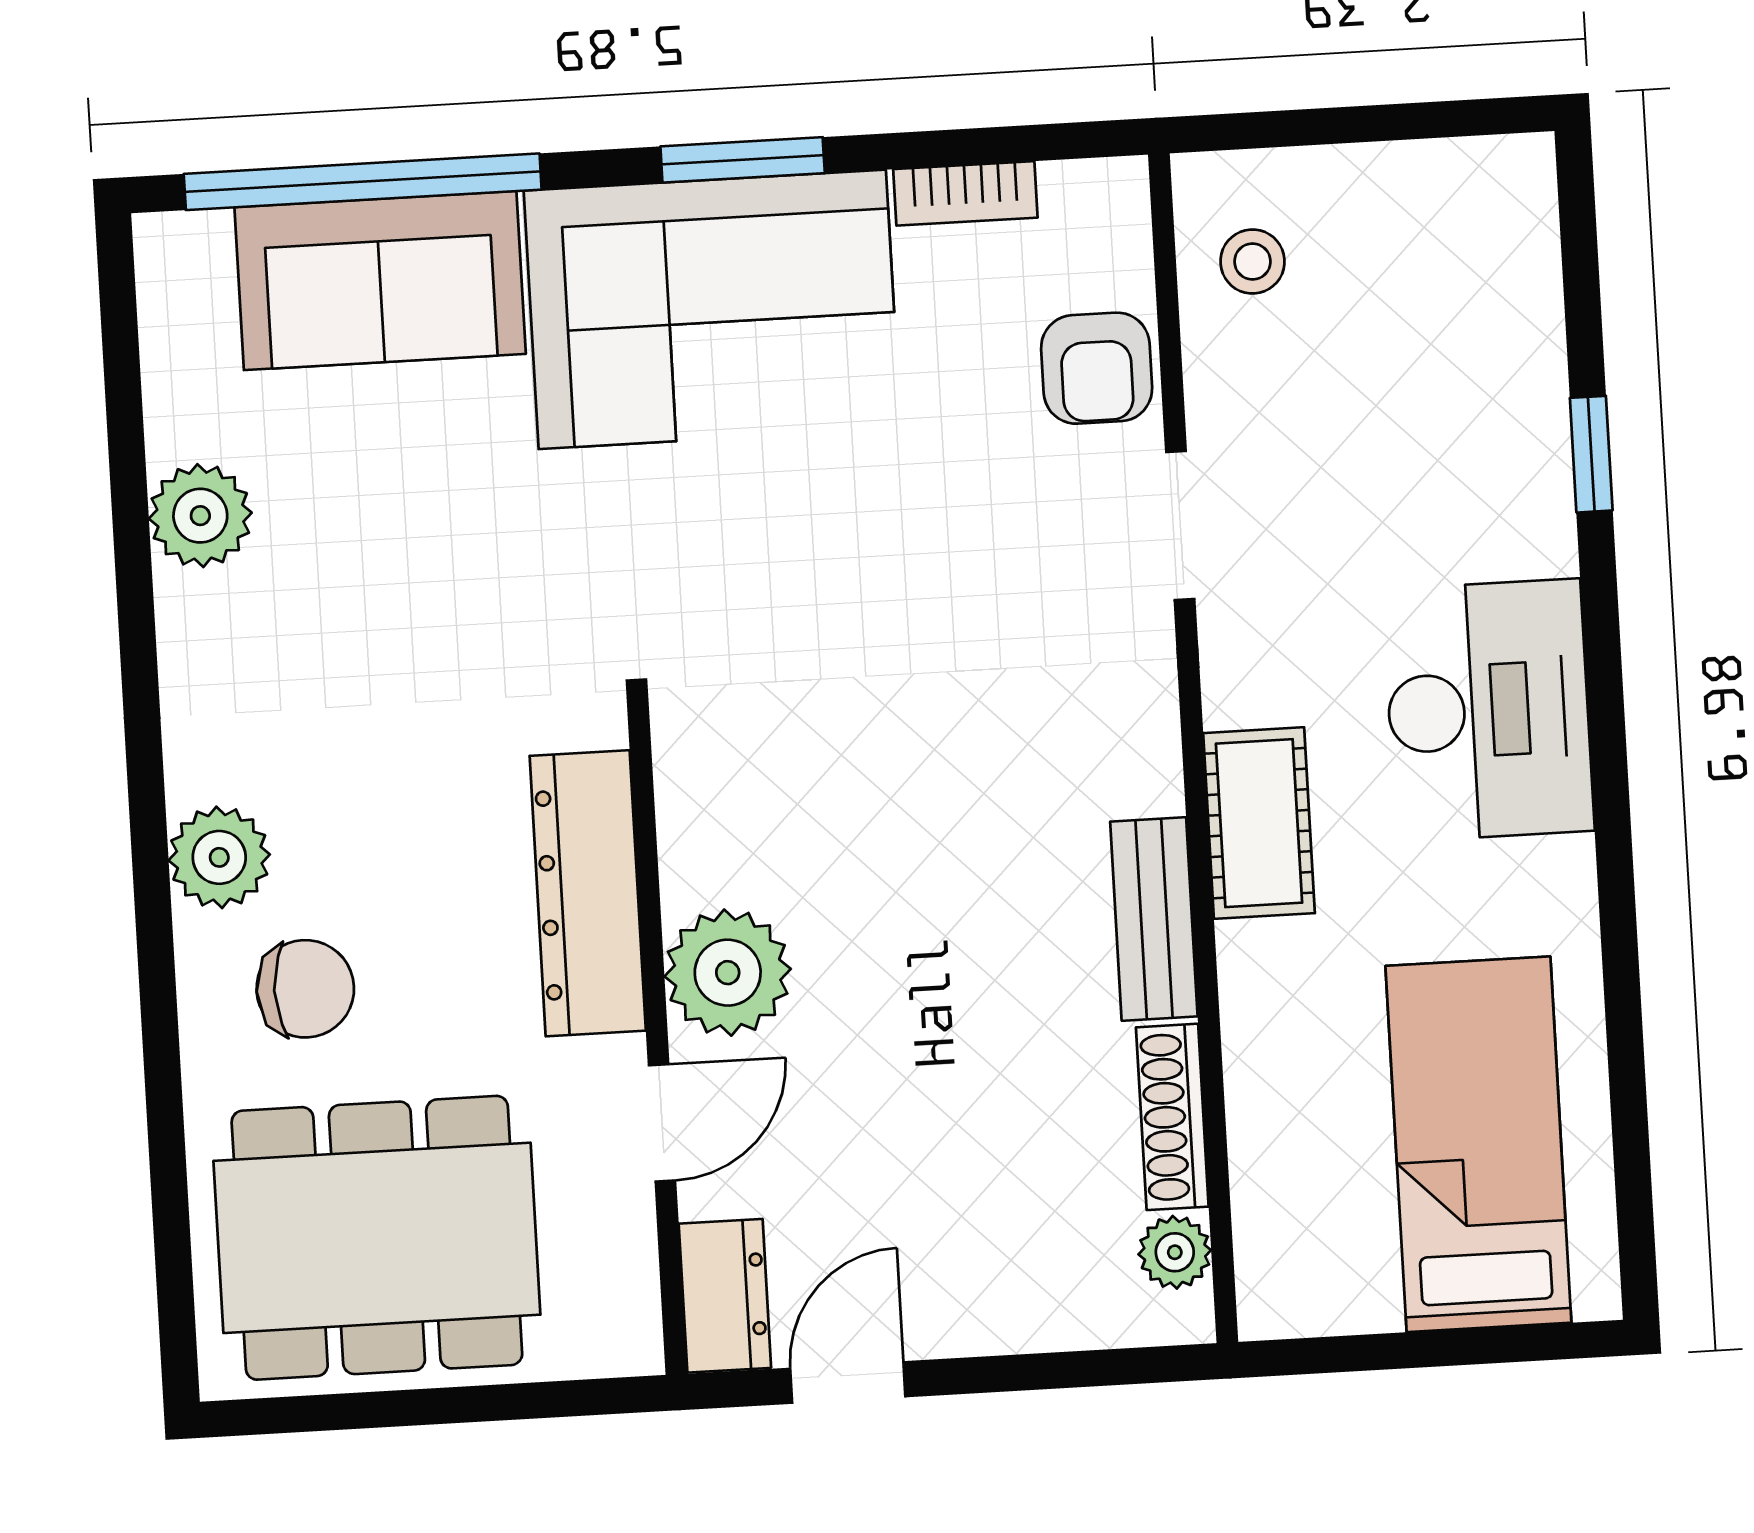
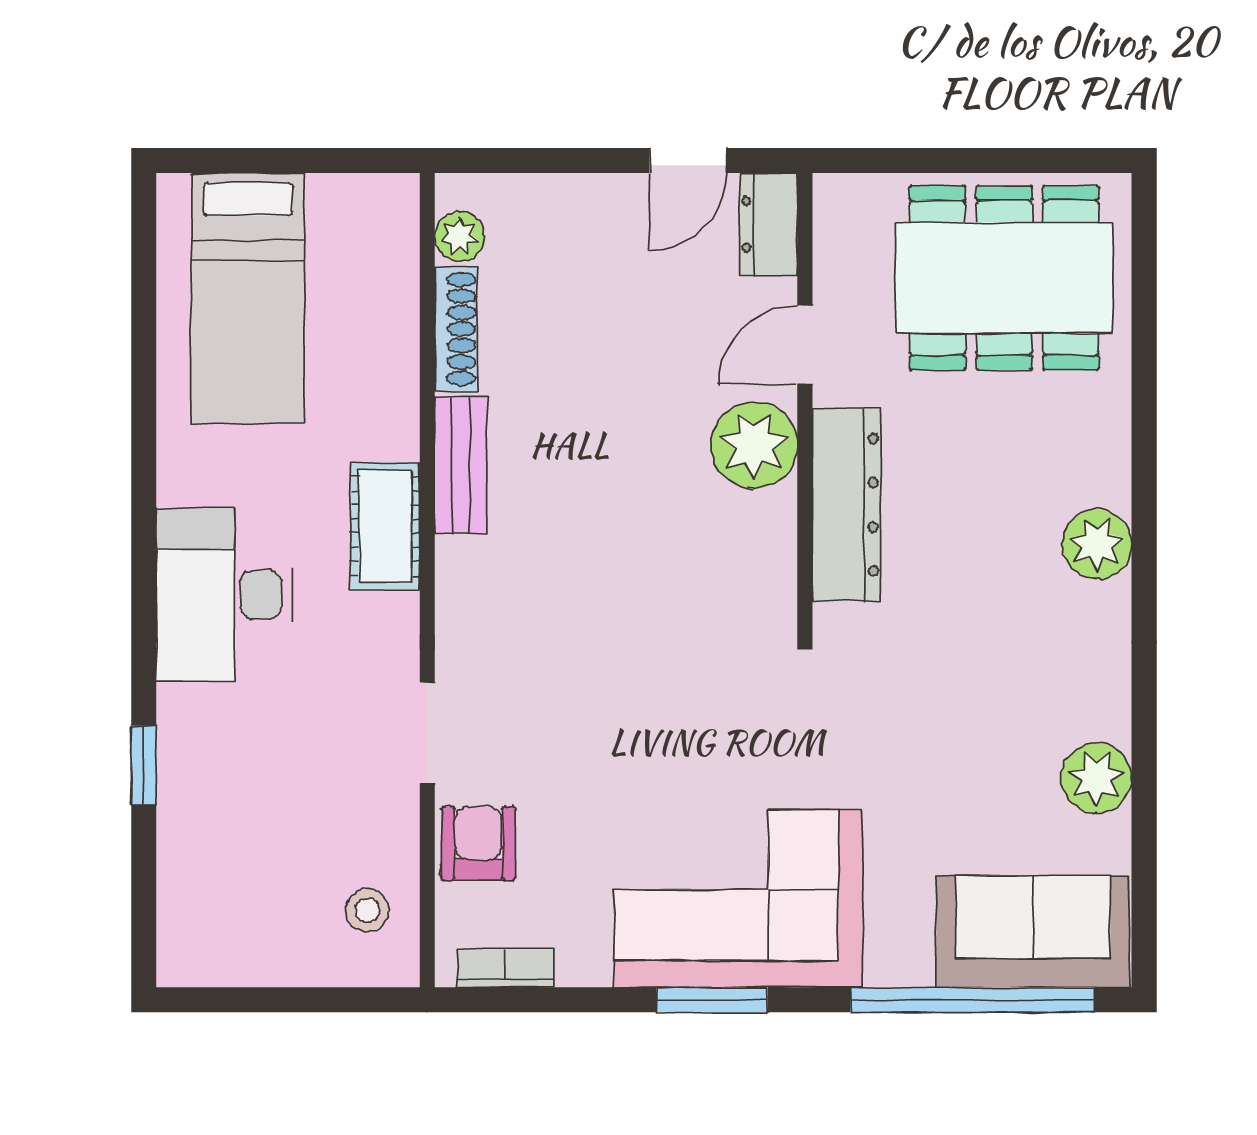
bookcase: (965, 193) -> (506, 968), moved
sofa: (380, 281) -> (1033, 932), moved
chair: (305, 989) -> (1043, 451), removed

